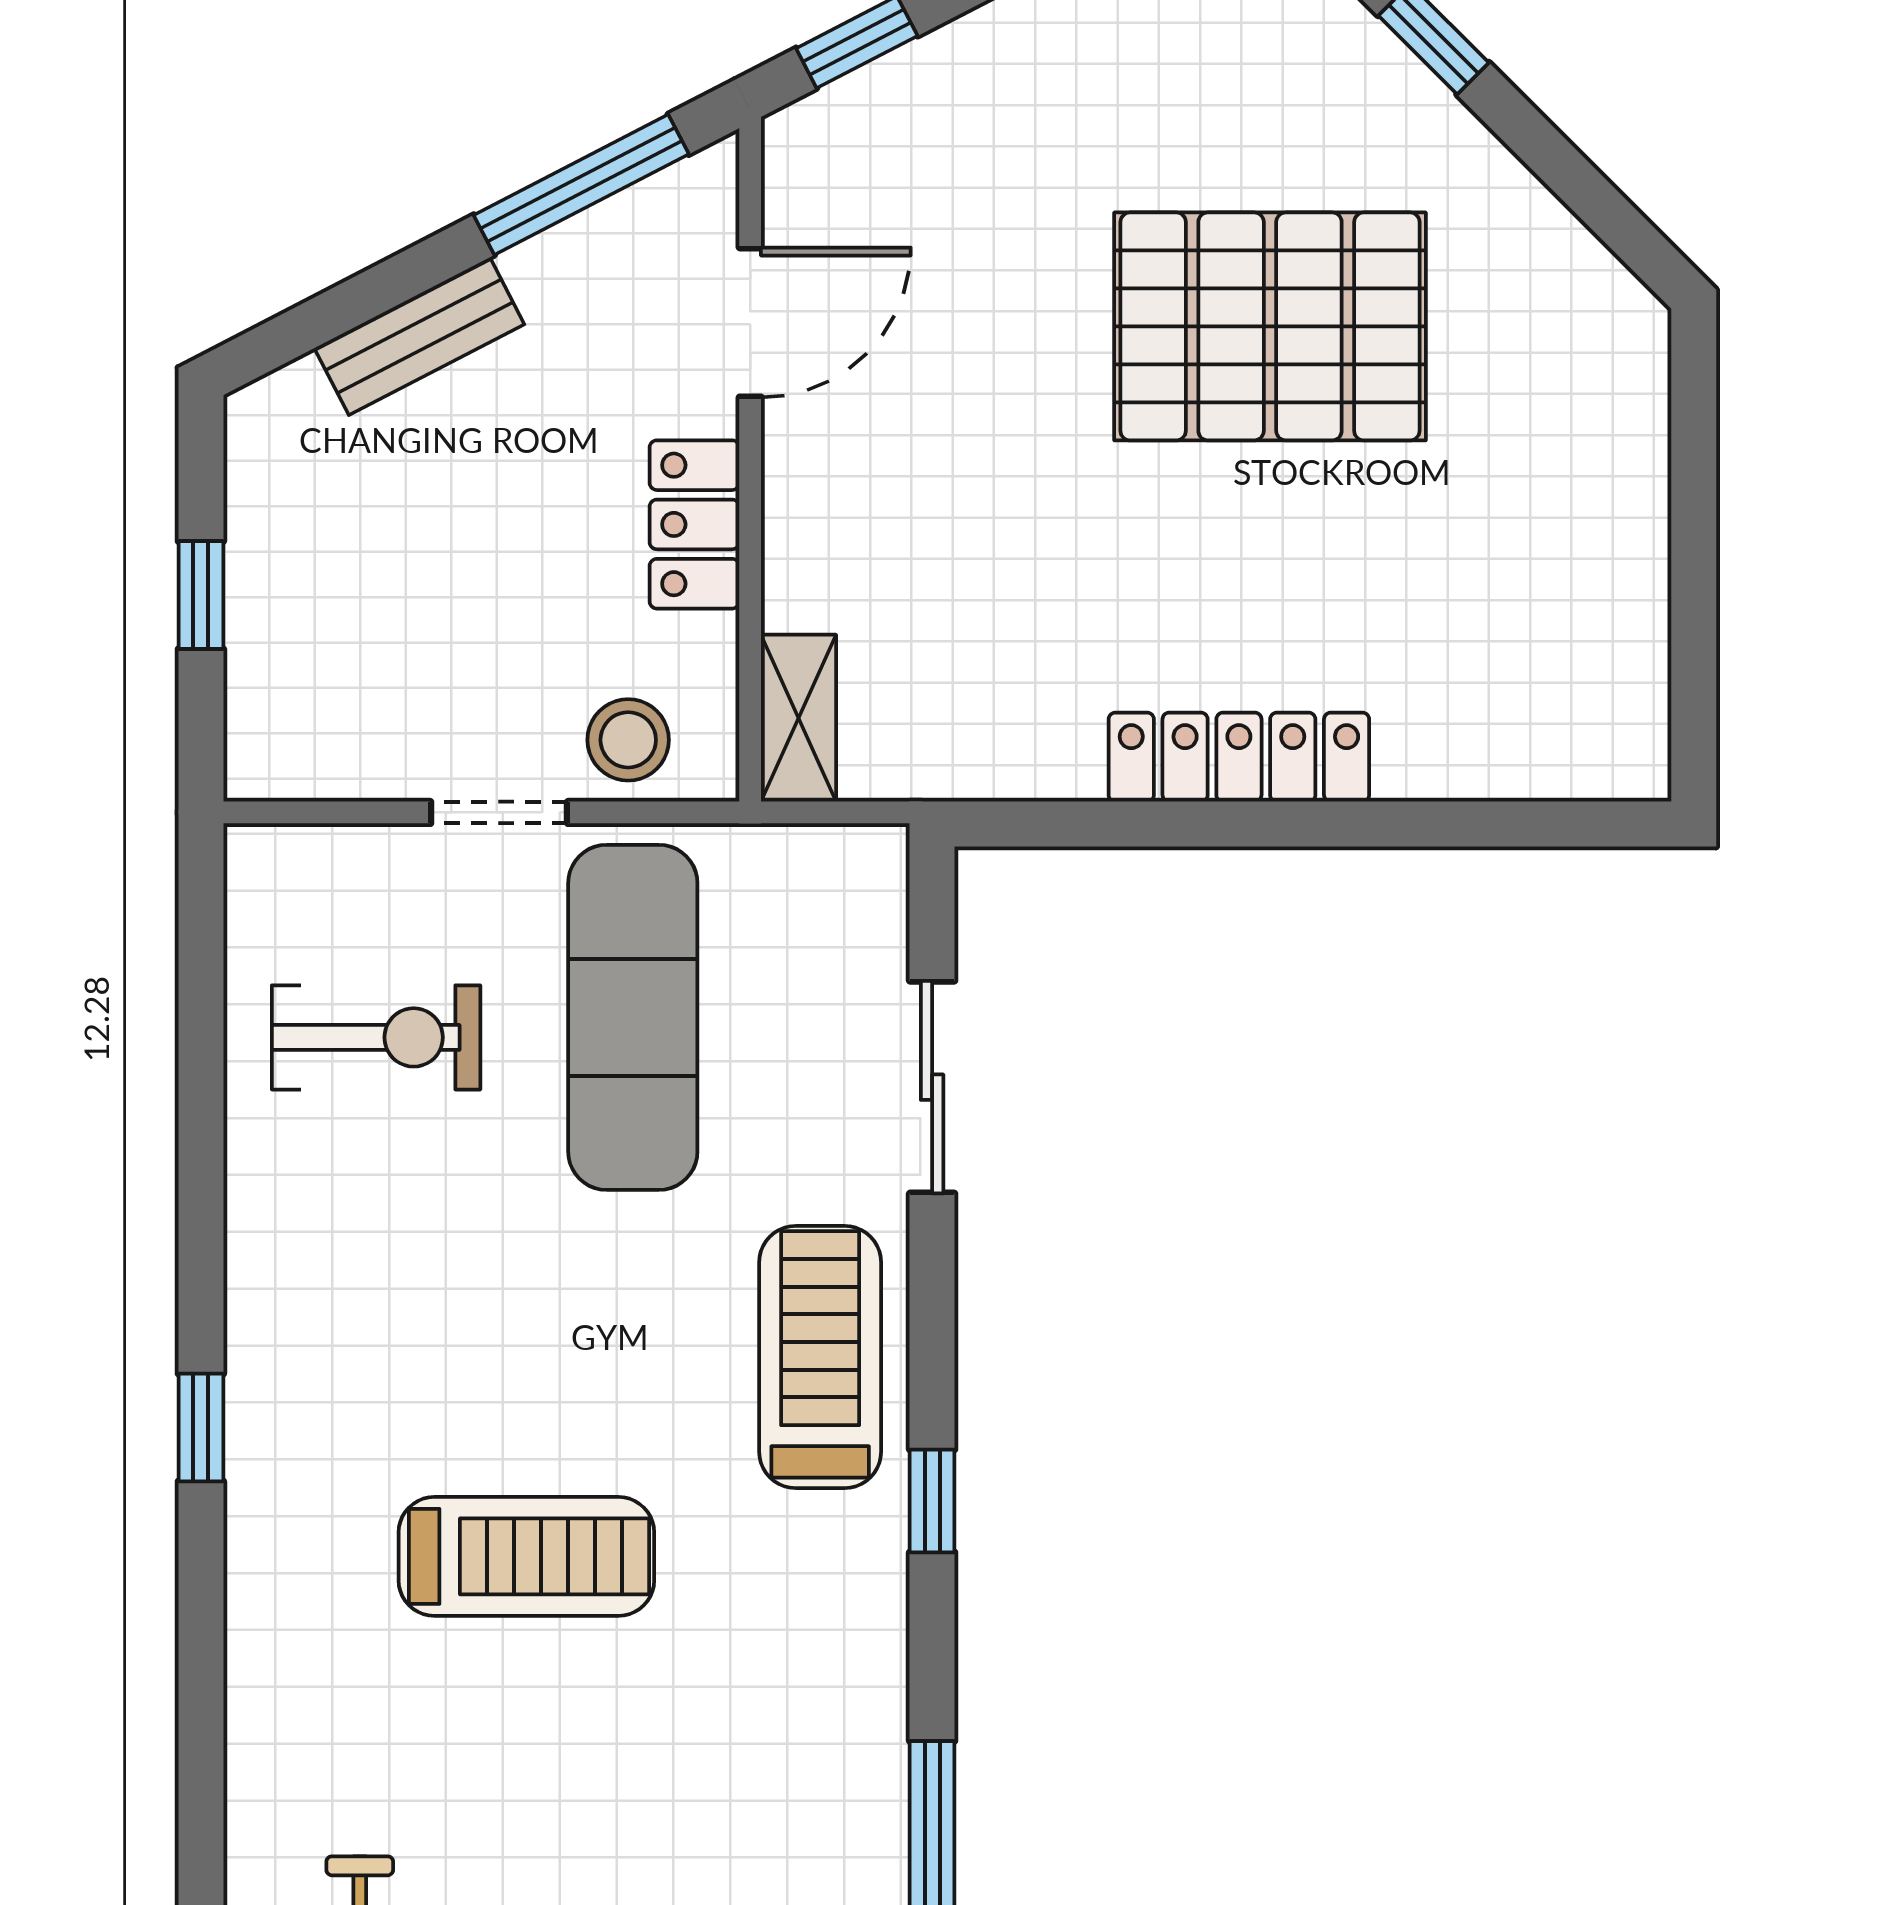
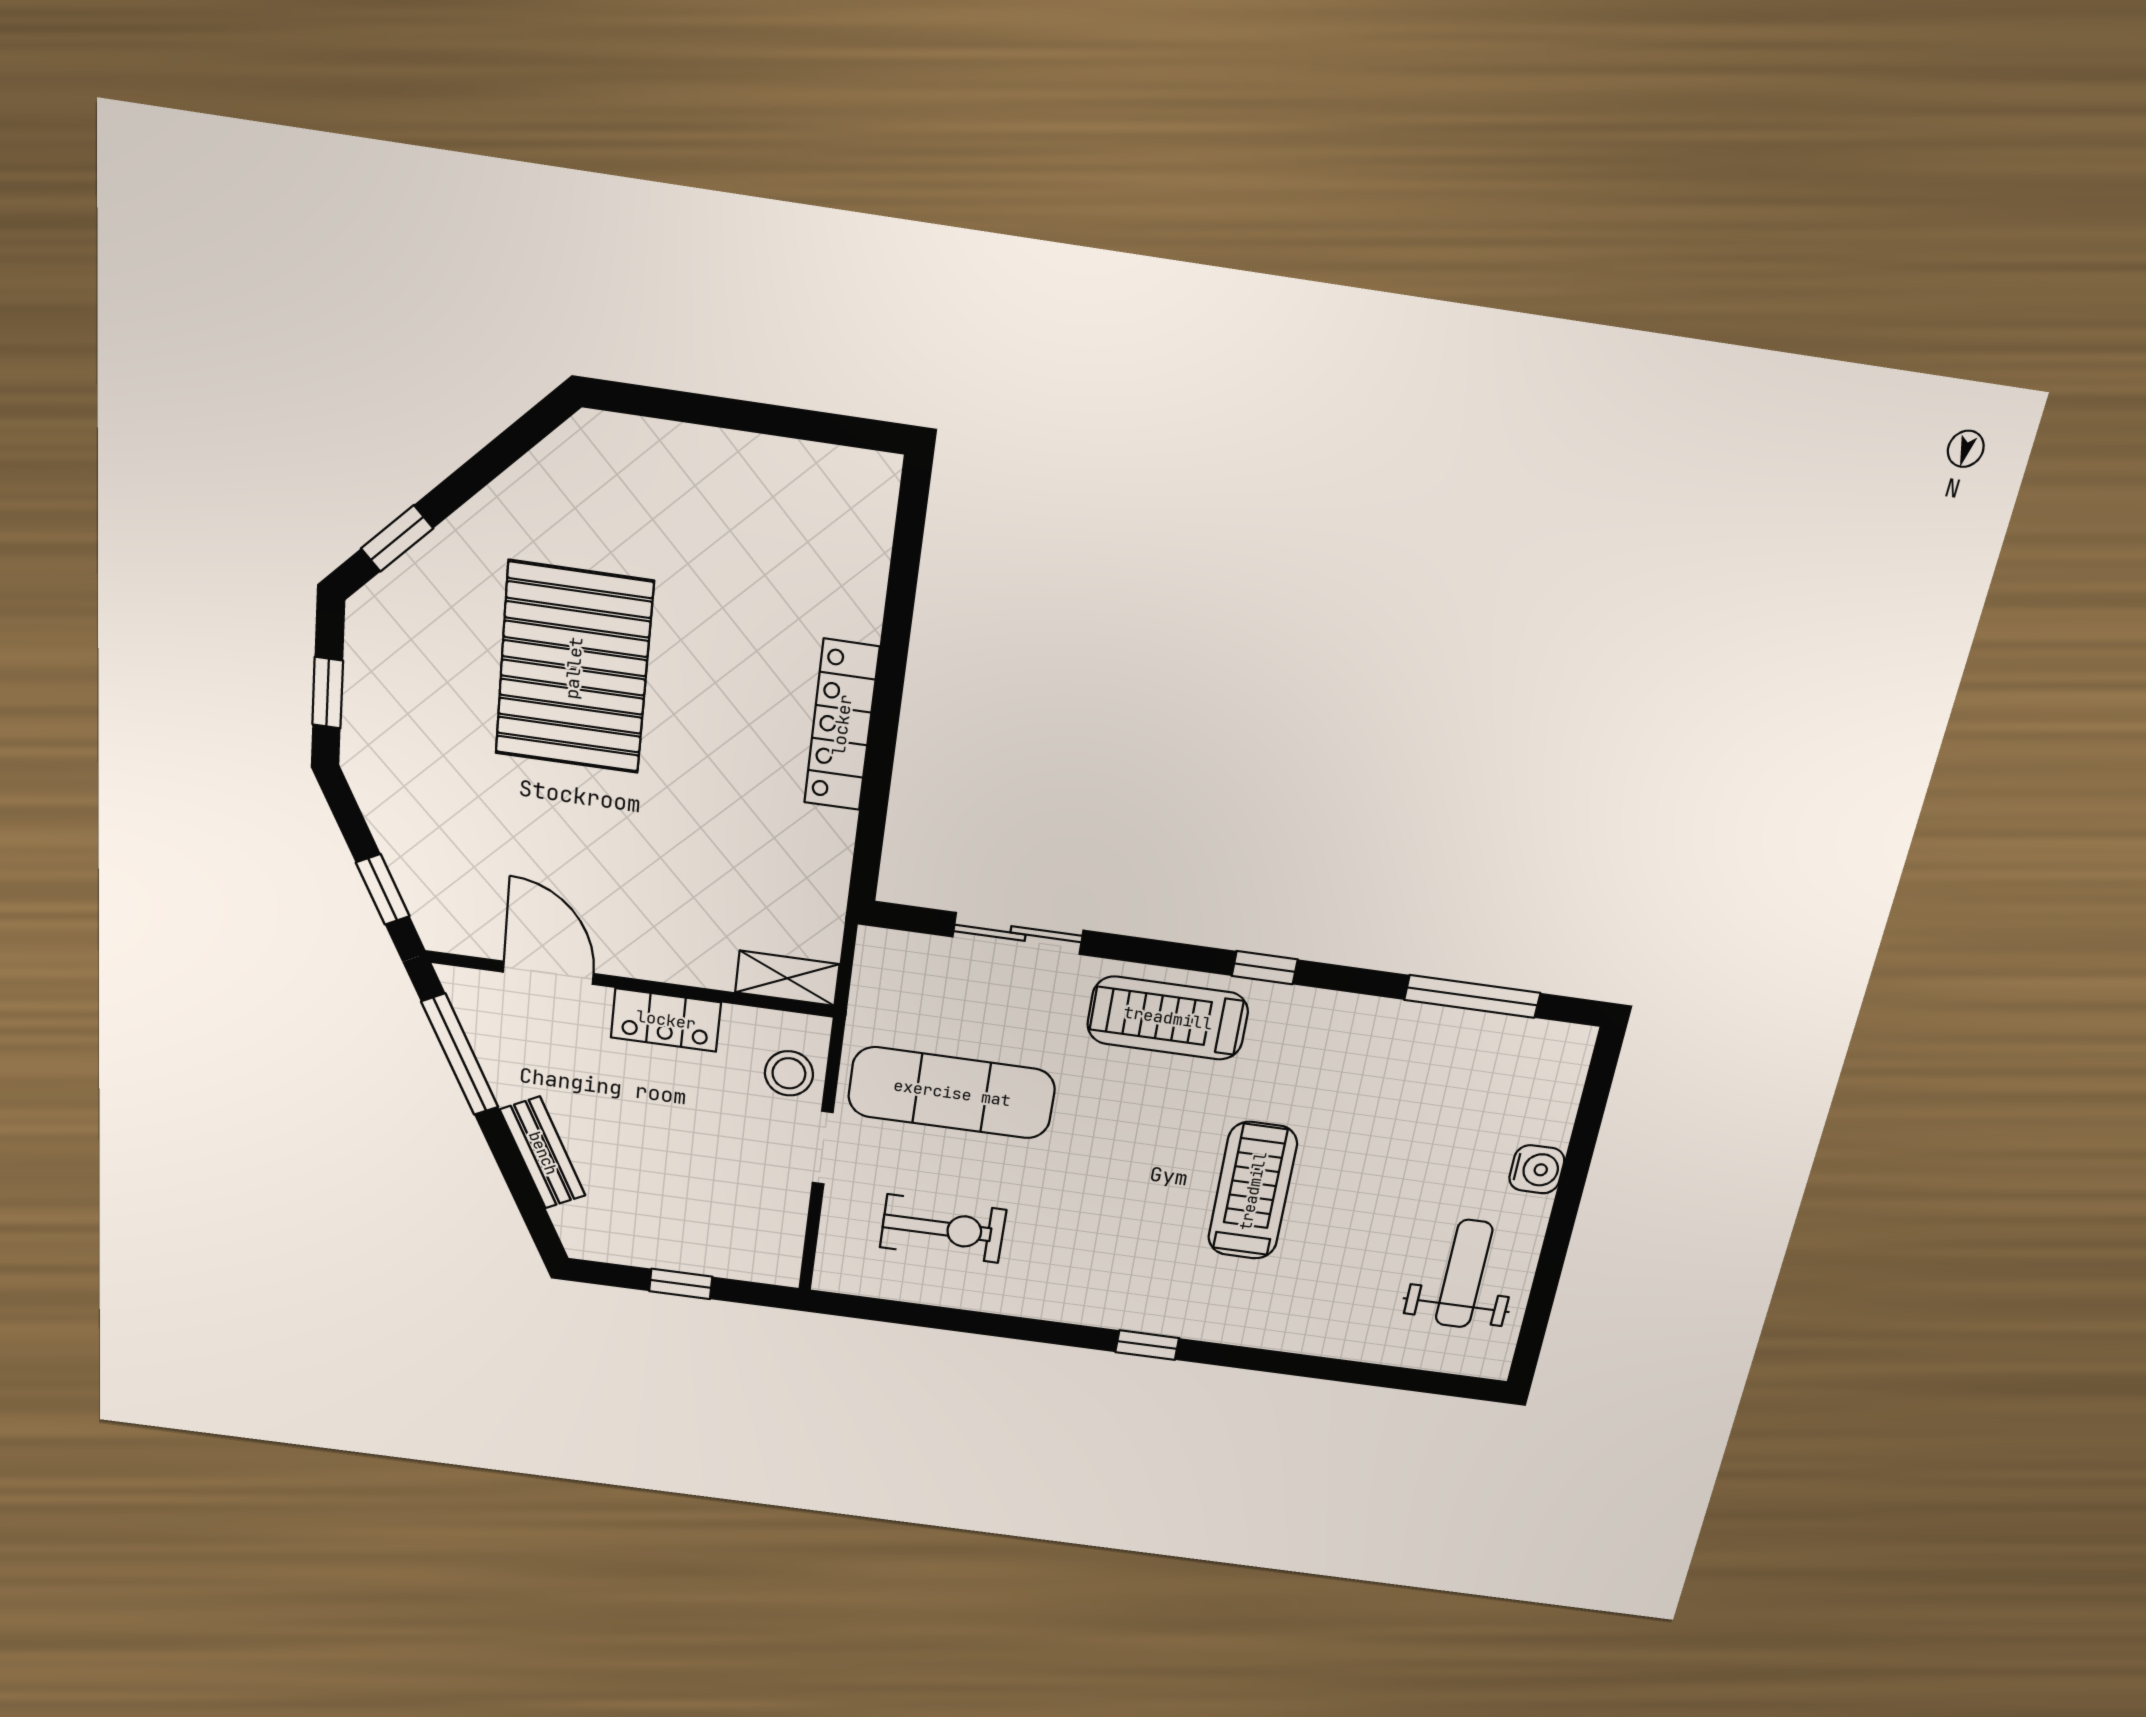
exercise bike: (376, 1037) -> (943, 1229), turned 90

